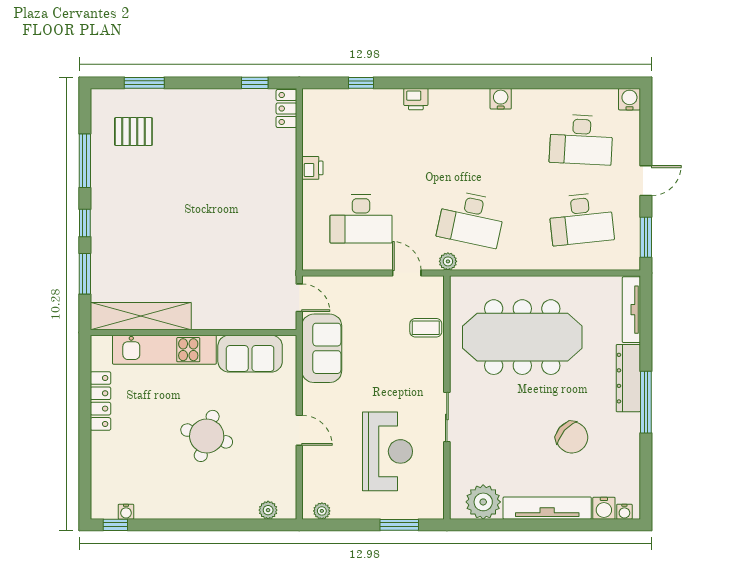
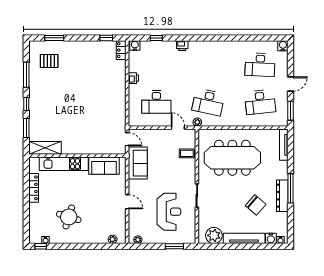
water cooler: (501, 99) -> (135, 45), moved
shelving: (141, 316) -> (45, 148), width x0.68
dresser: (628, 378) -> (282, 196), moved
round table: (207, 436) -> (69, 217), moved

